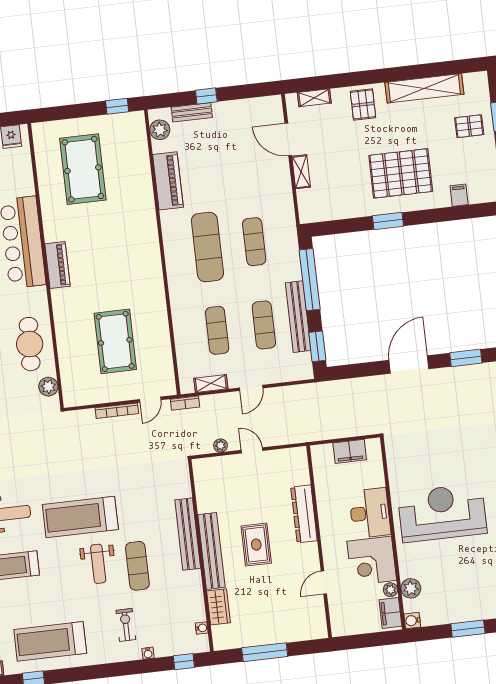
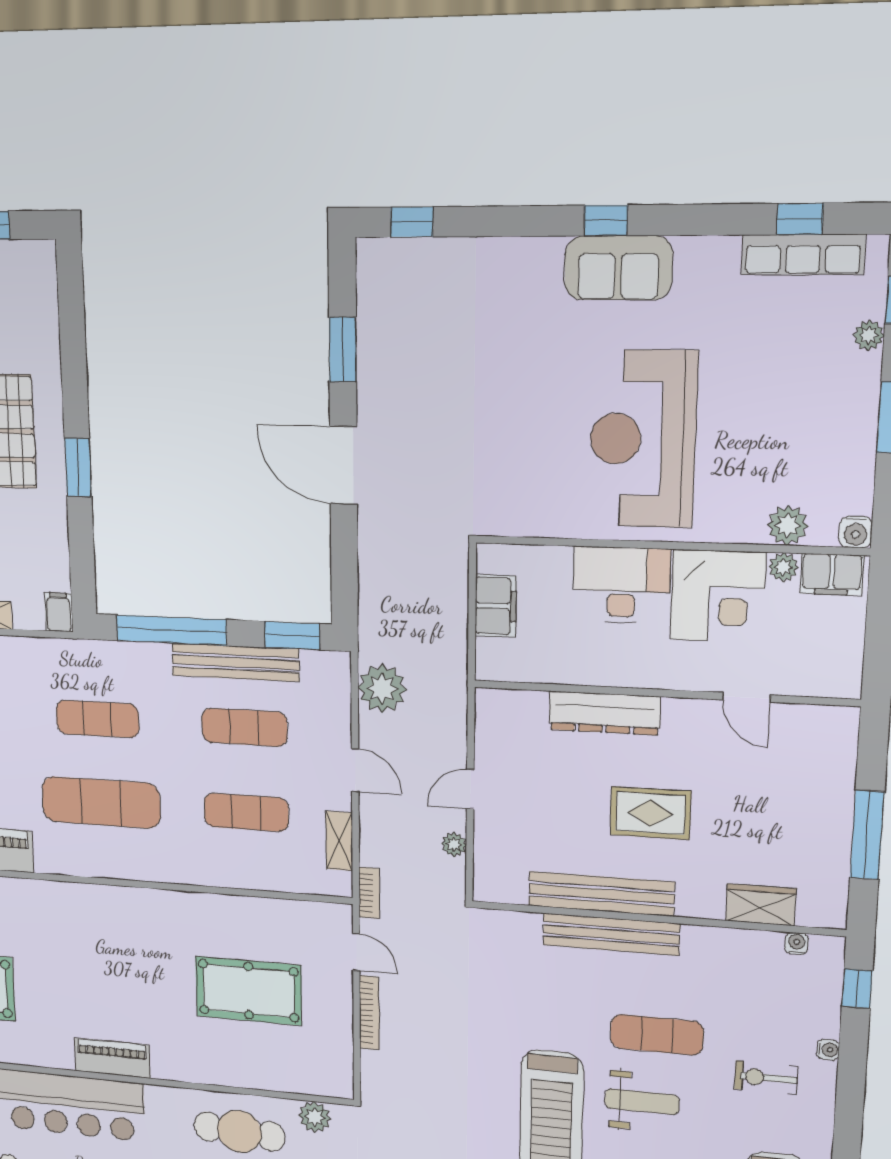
filing cabinet: (459, 195) -> (59, 612), moved, turned 90
plant: (297, 398) -> (382, 688), added
bench: (211, 551) -> (601, 894), moved

